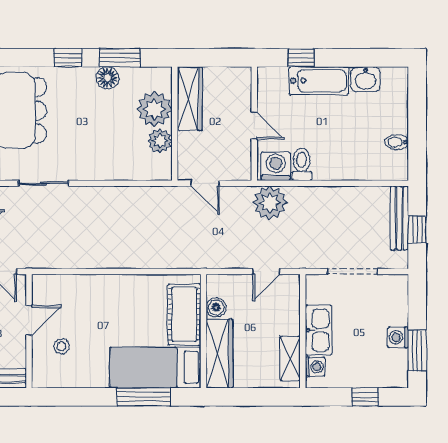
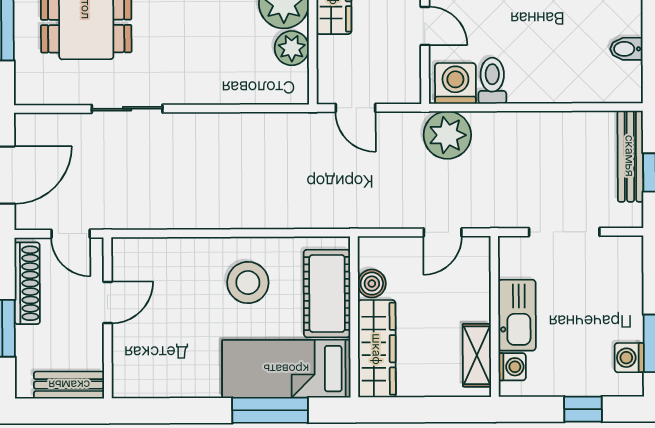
washing machine: (398, 337) -> (629, 358), moved
stool: (62, 346) -> (248, 283), moved, width x1.89, depth x1.89

